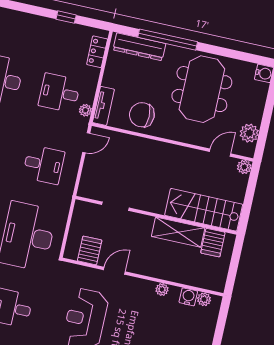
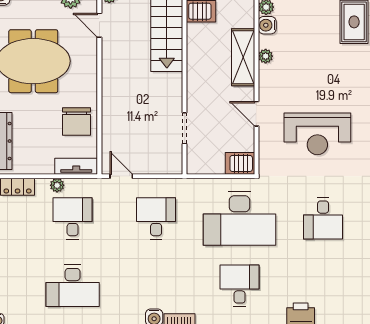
desk: (59, 93) -> (73, 218), turned 180
plant: (85, 110) -> (57, 185), moved
shelving: (178, 232) -> (243, 57), moved
server rack: (90, 250) -> (240, 163), moved

